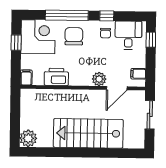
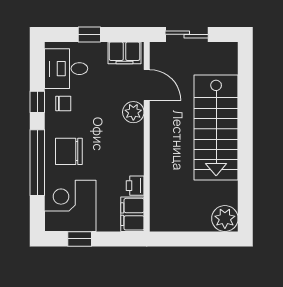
window: (151, 40) -> (89, 34), moved
filing cabinet: (138, 74) -> (124, 53), width x2.00
filing cabinet: (26, 77) -> (132, 214), width x2.00
printer: (56, 77) -> (135, 186), width x0.53, depth x0.68

